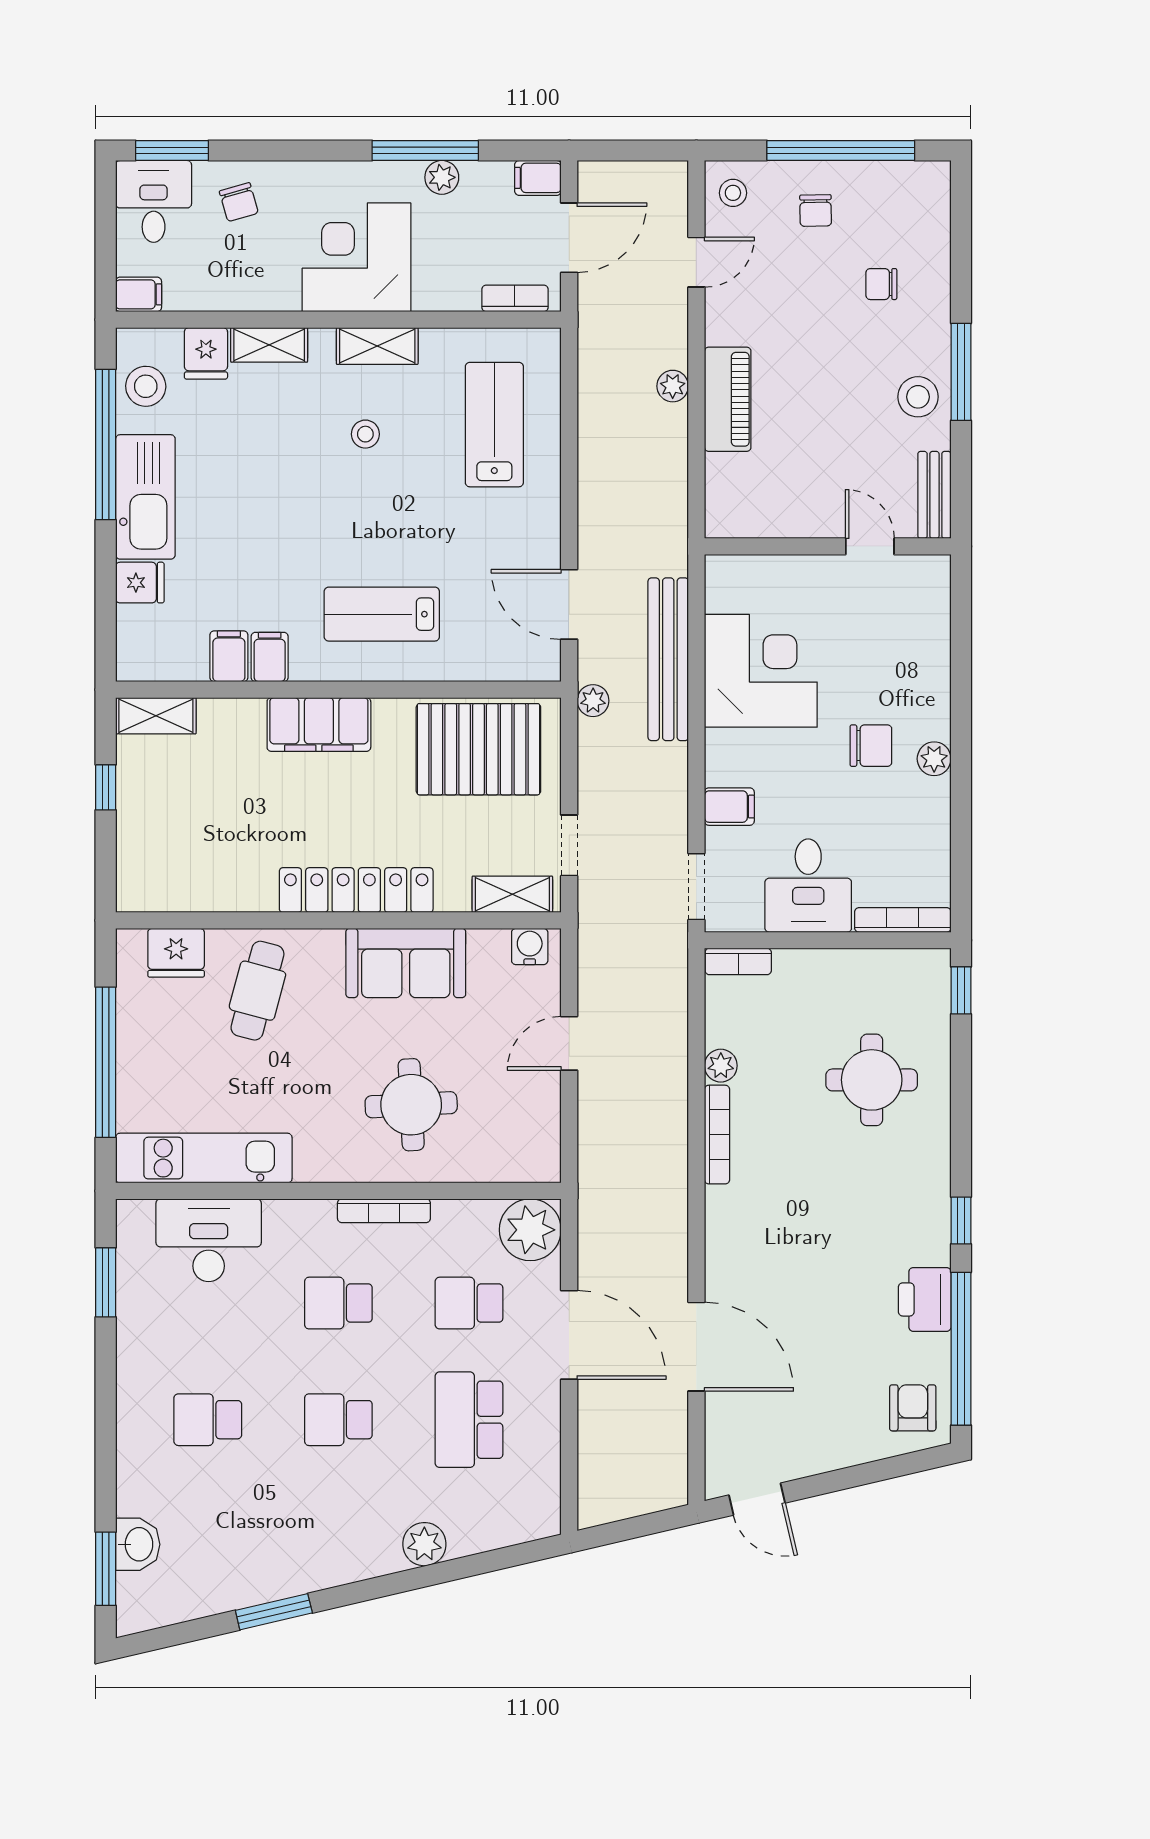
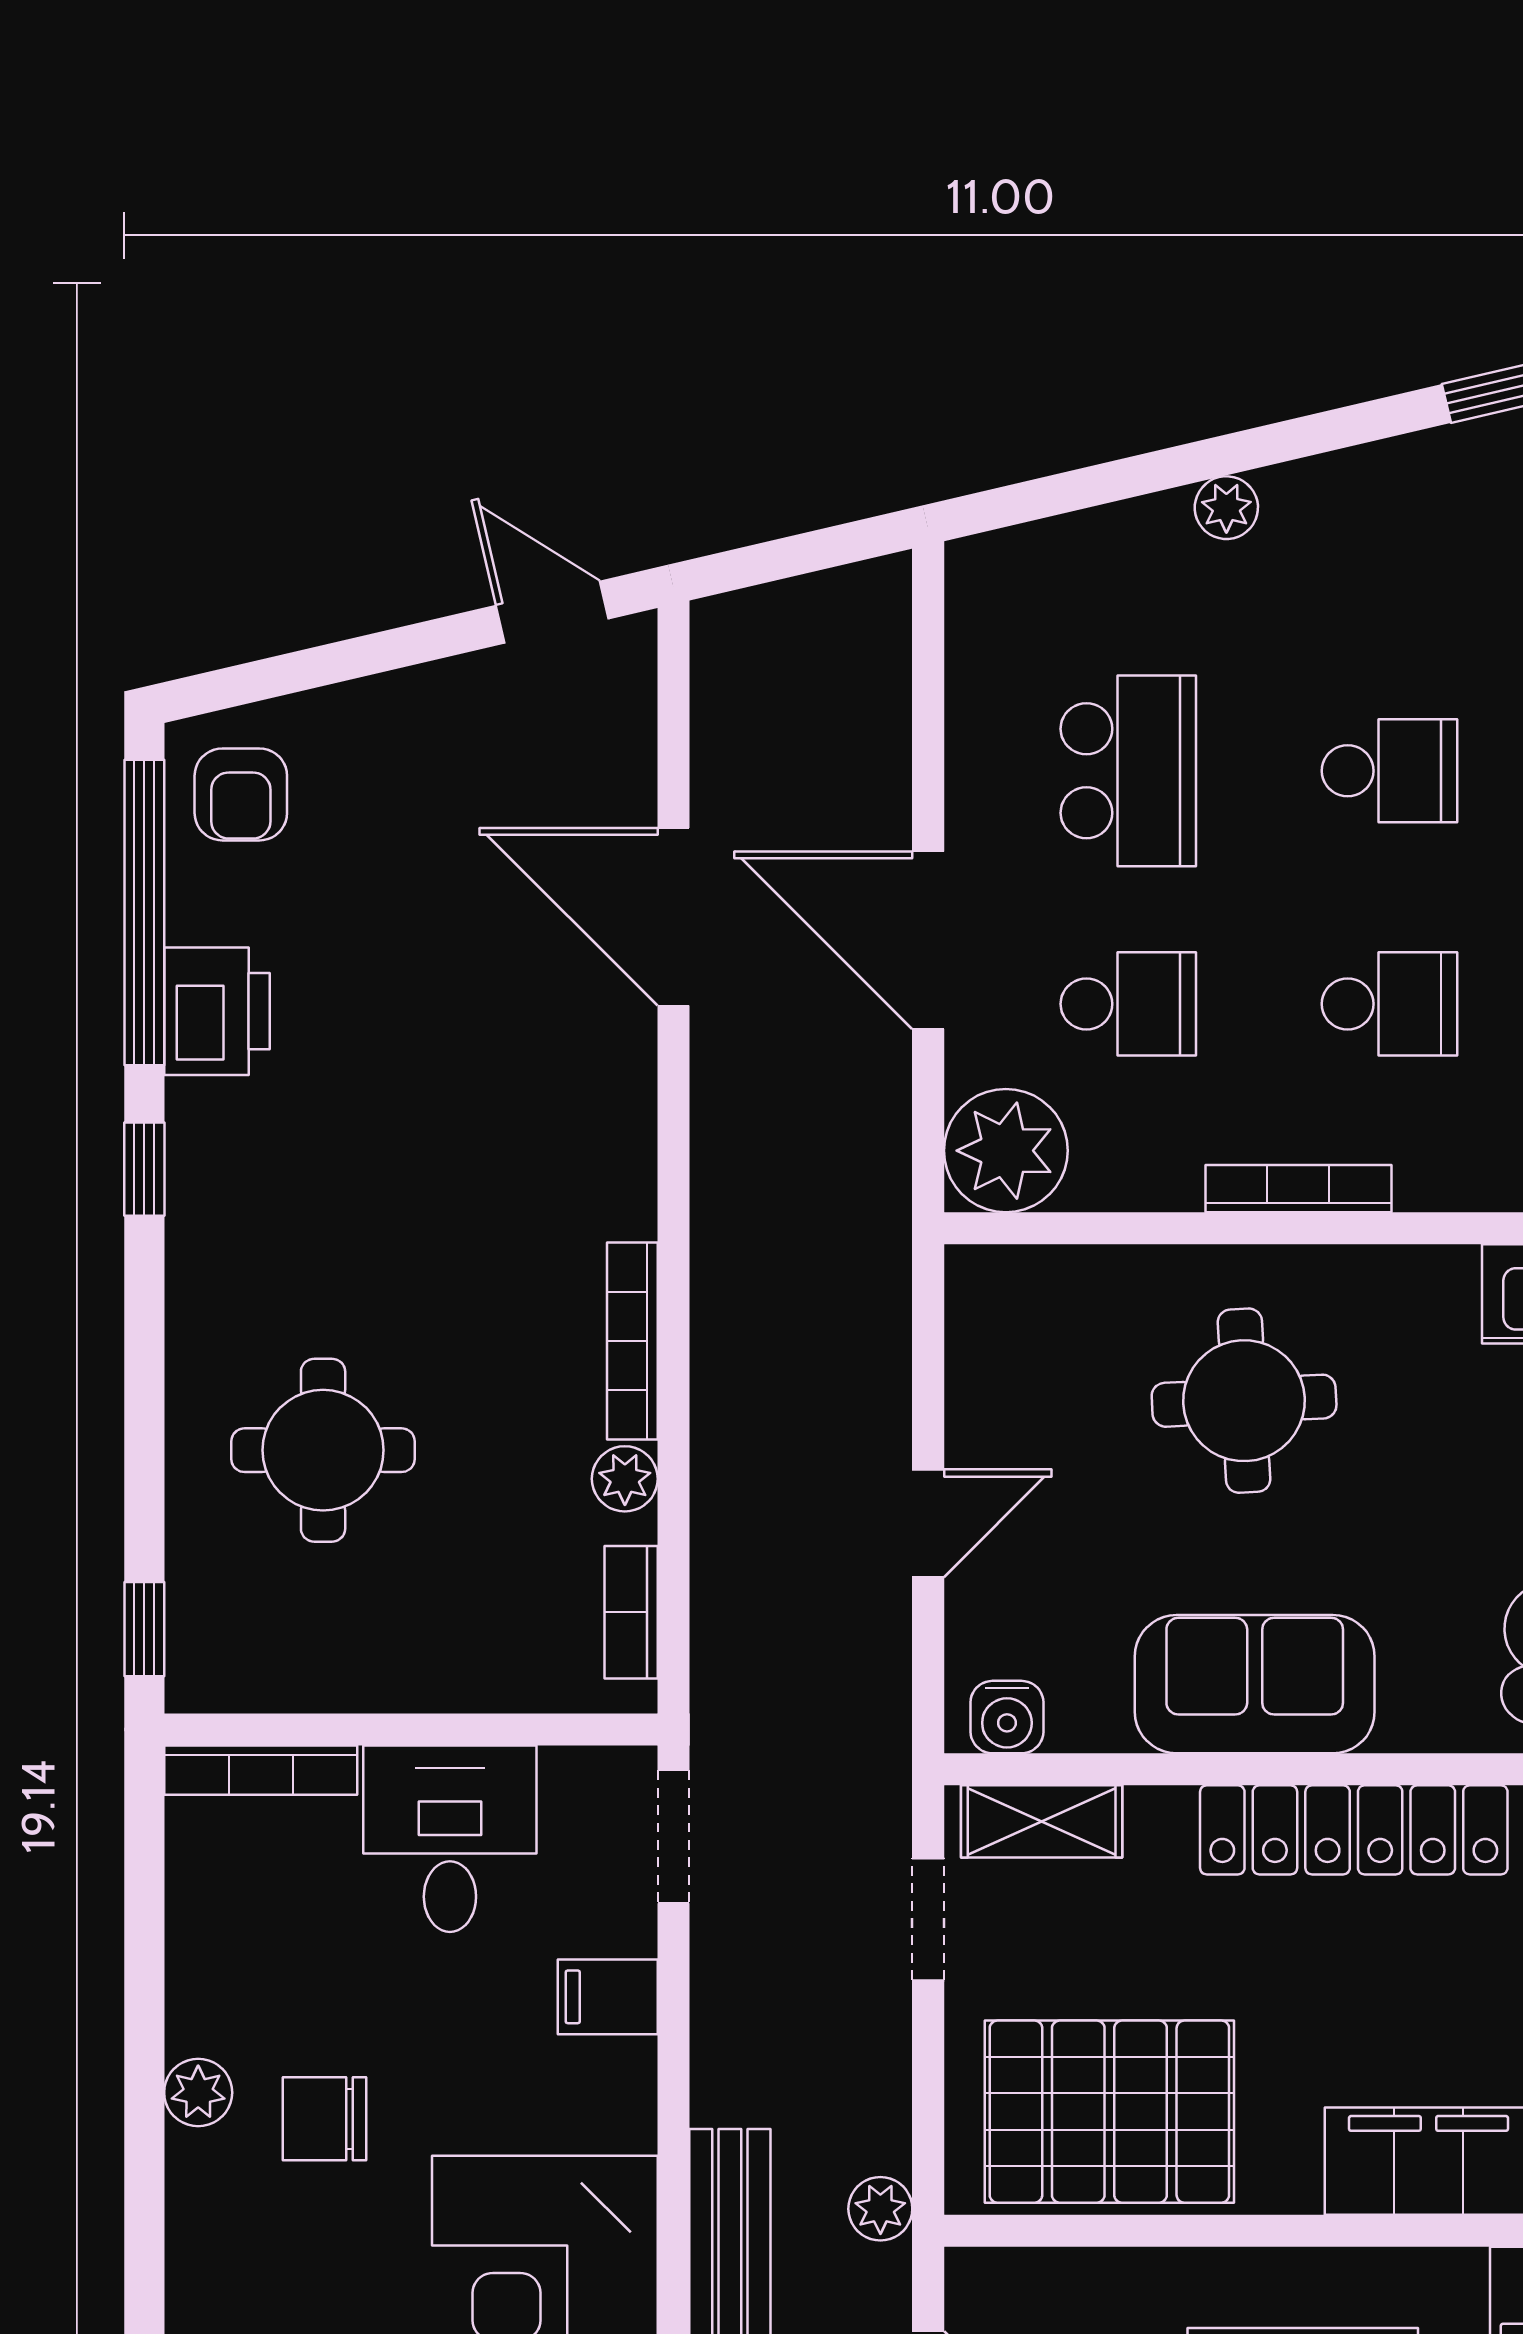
bookcase: (738, 961) -> (631, 1612), moved, turned -90
plant: (424, 1544) -> (1226, 508), width x0.73, depth x0.73

